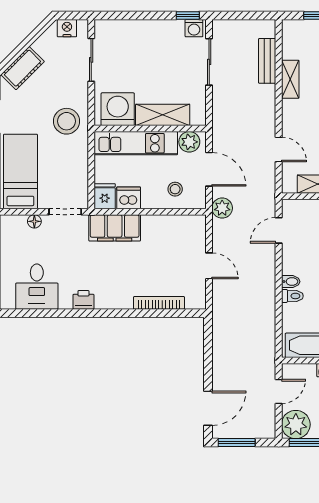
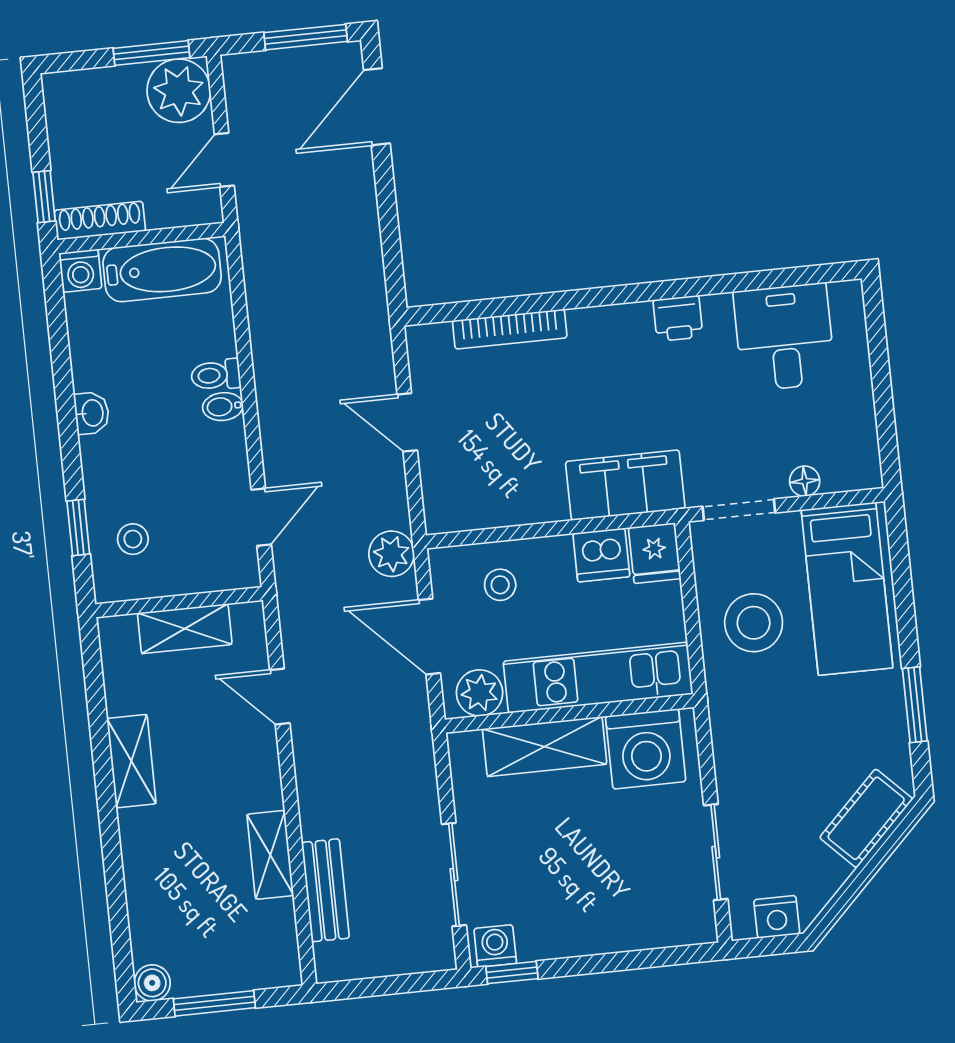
stool: (67, 121) -> (754, 623), moved

